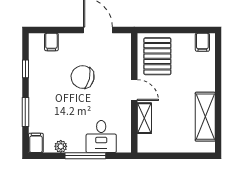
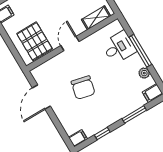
filing cabinet: (51, 42) -> (78, 138), moved
pallet: (157, 56) -> (35, 41), turned 90
shelving: (144, 118) -> (96, 18), moved

